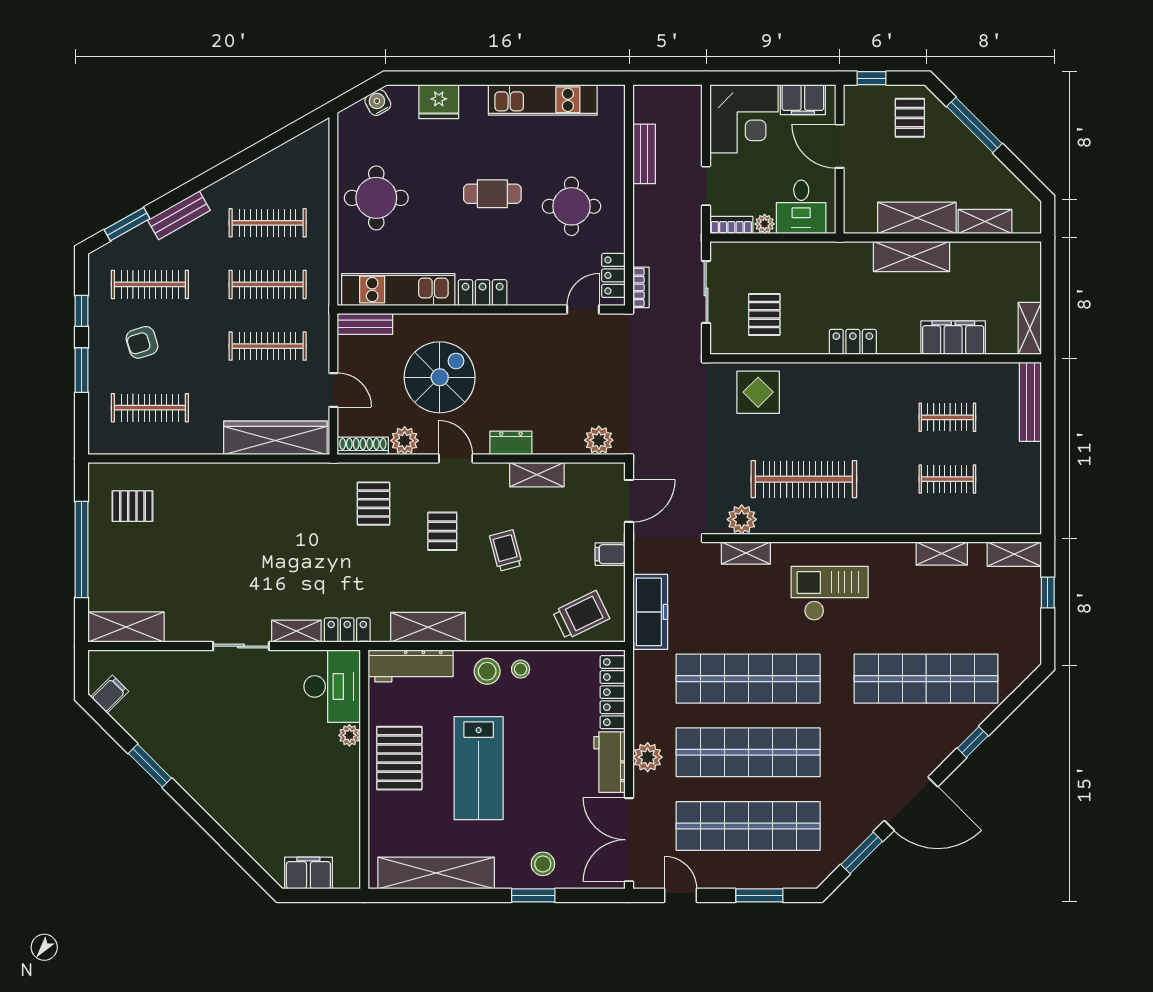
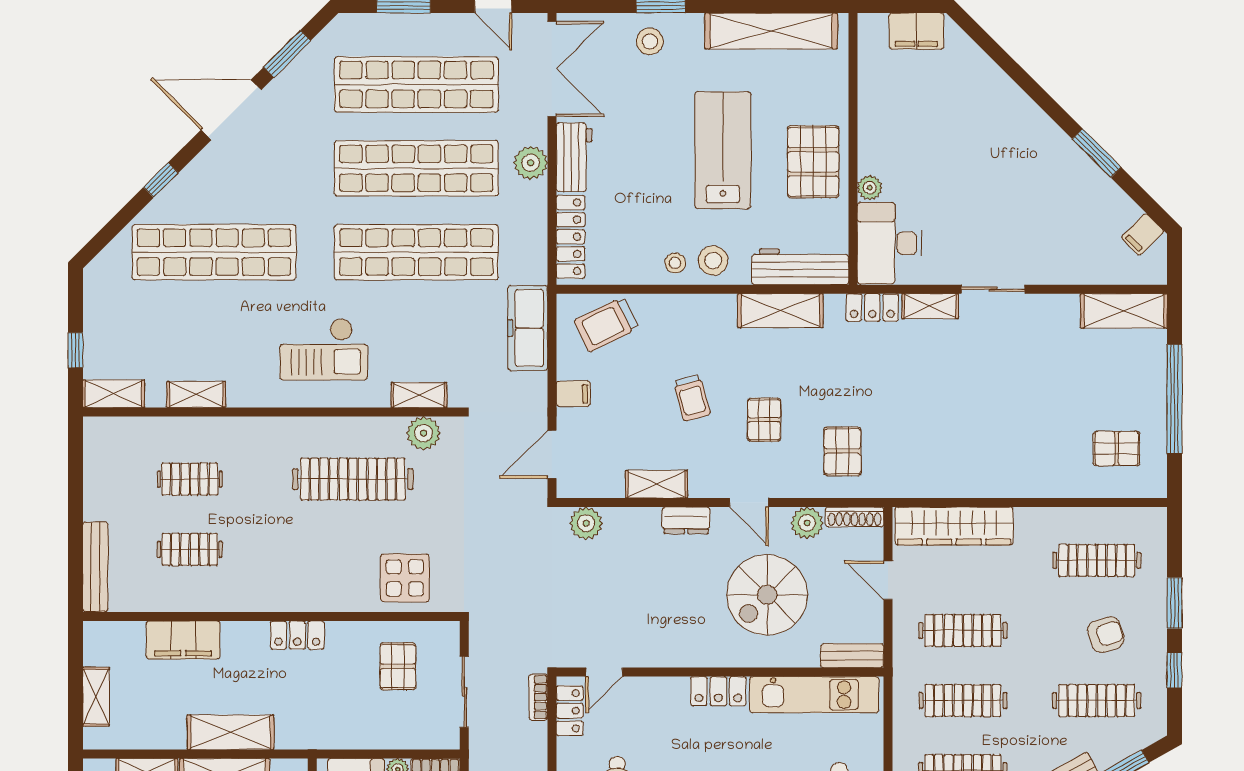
shelving: (1030, 328) -> (96, 697), moved

